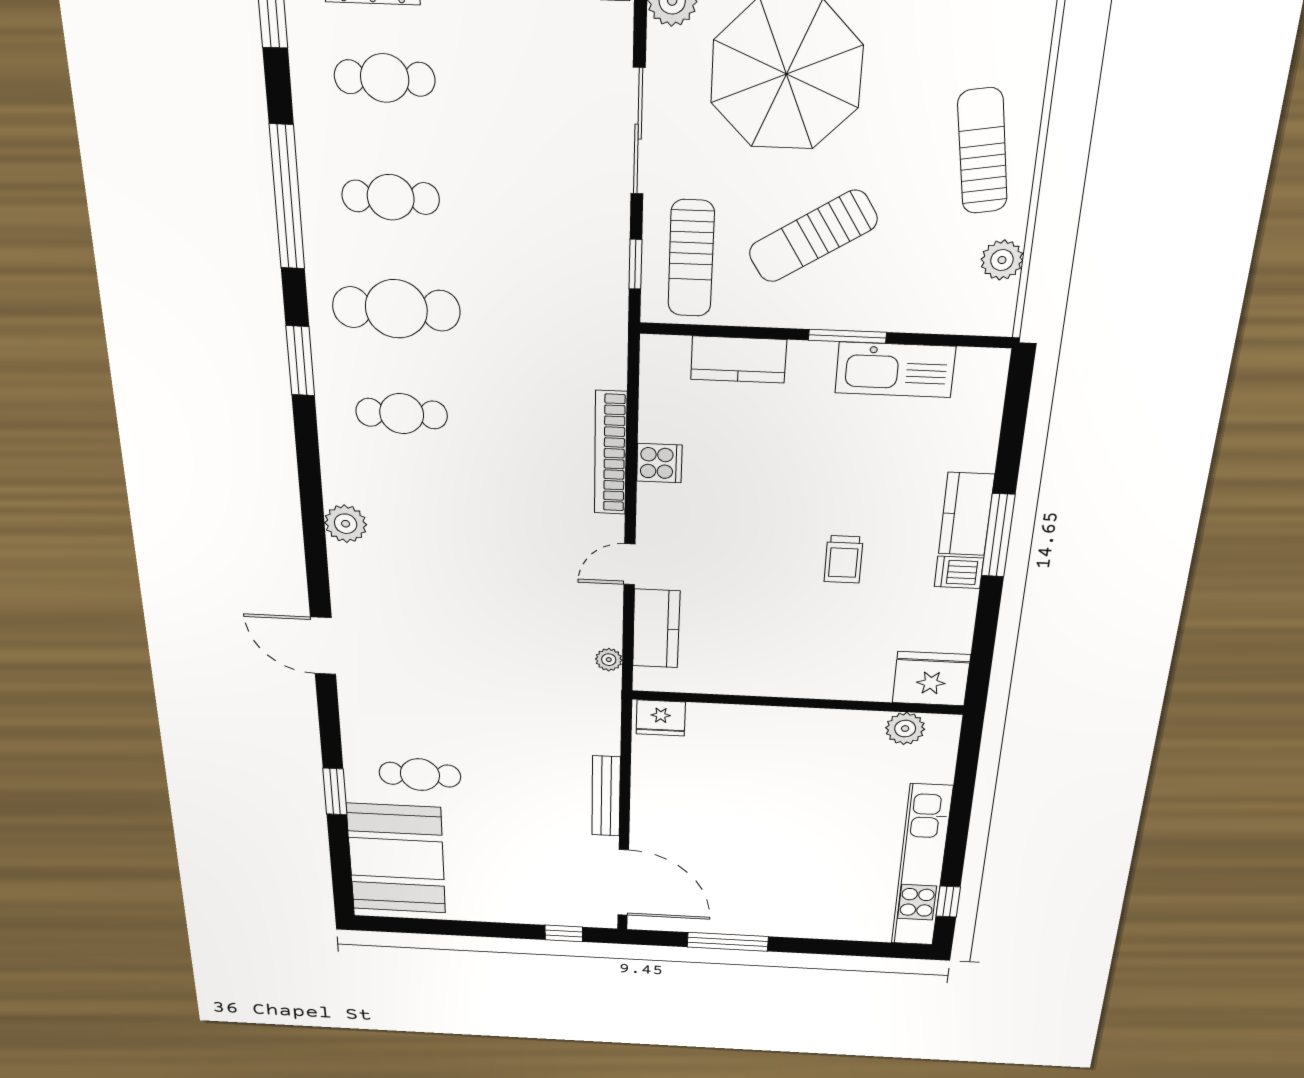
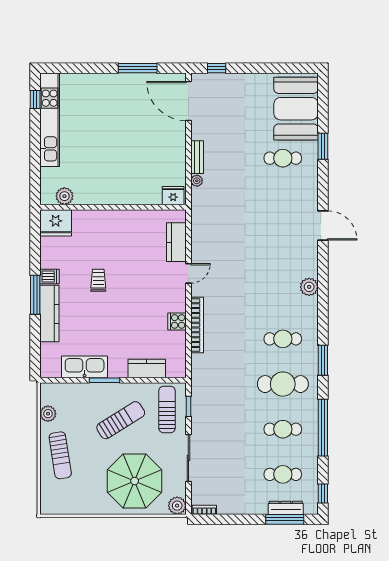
kitchen counter: (966, 514) -> (49, 314), width x1.50
plant: (609, 660) -> (197, 181), moved
bench: (606, 796) -> (197, 157), width x0.73

